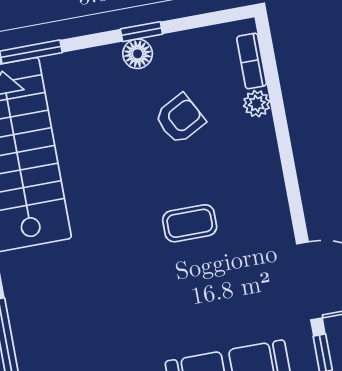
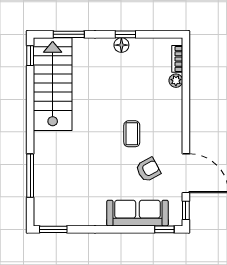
armchair: (180, 119) -> (148, 170), moved
coffee table: (190, 223) -> (132, 134), turned 90

